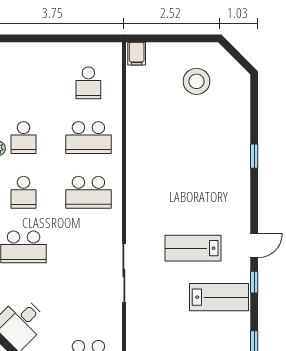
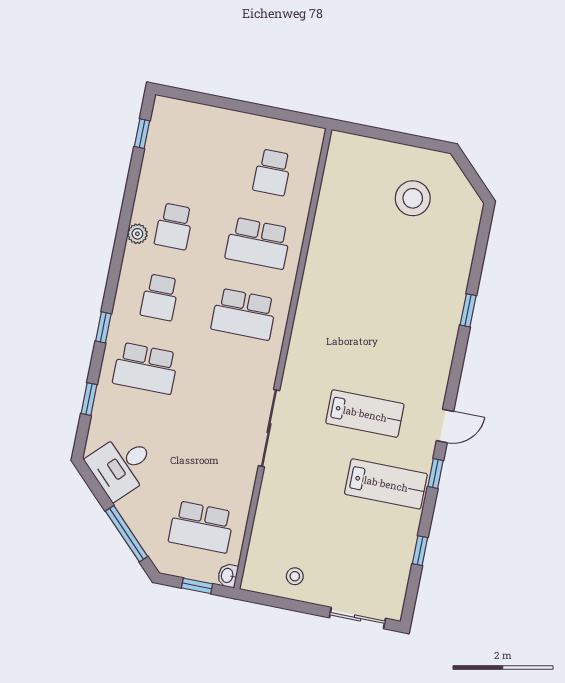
filing cabinet: (137, 54) -> (342, 147), removed
lab bench: (193, 248) -> (365, 414), turned 180

